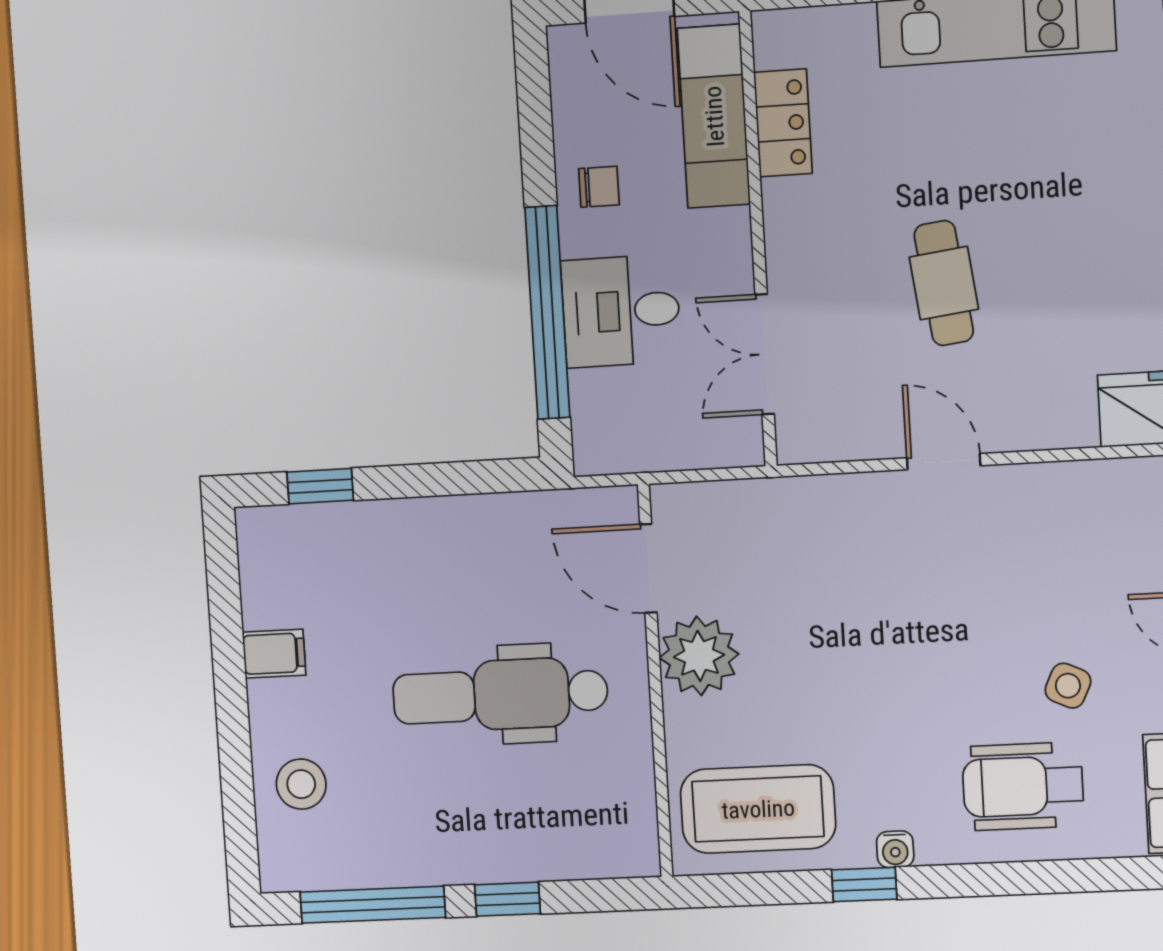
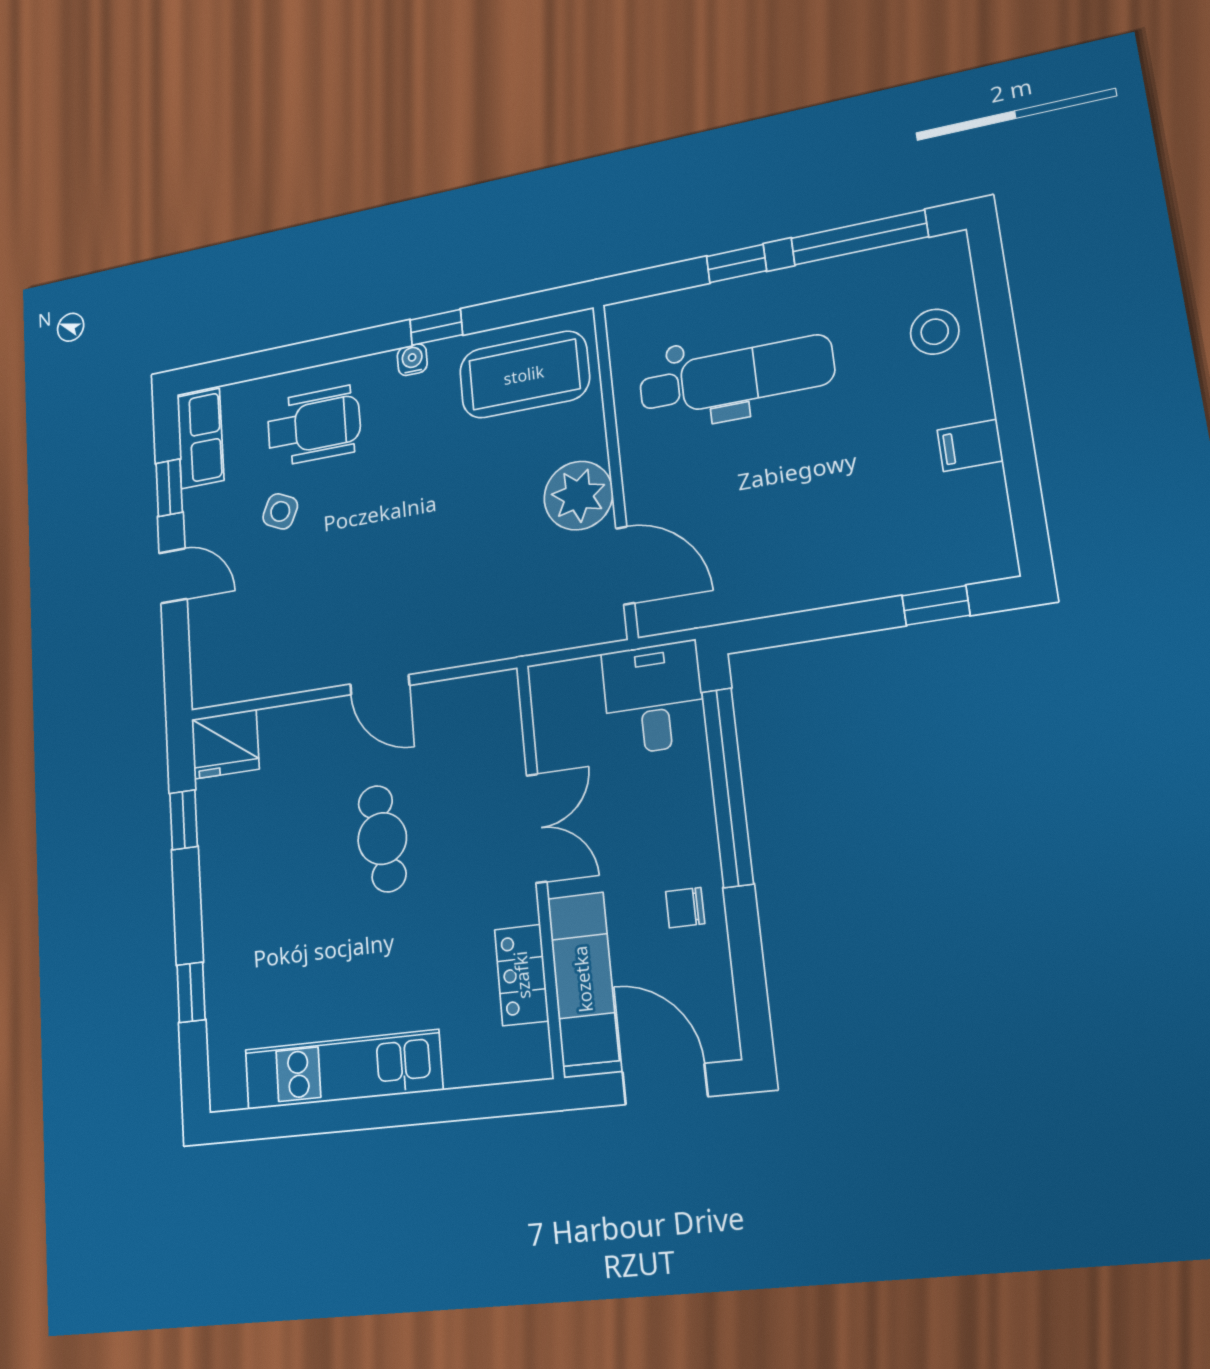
desk: (621, 311) -> (653, 698), moved, turned -90
double door: (765, 354) -> (537, 828), moved
dental chair: (500, 695) -> (736, 376), moved

